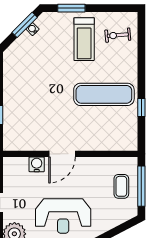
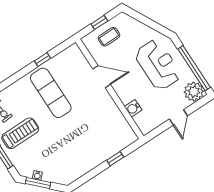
door: (62, 154) -> (102, 77), moved
window: (141, 186) -> (99, 22), width x0.46

